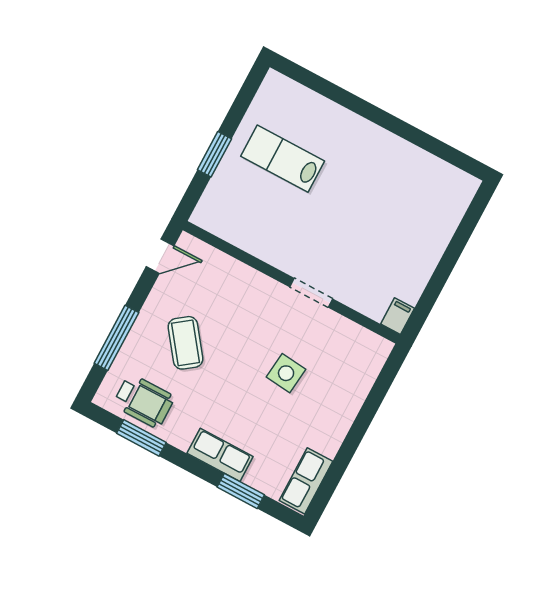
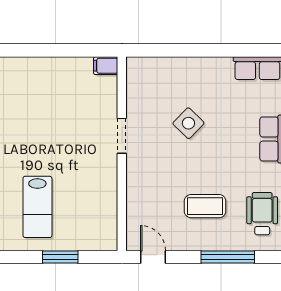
coffee table: (185, 343) -> (205, 206), turned 37
side table: (286, 373) -> (188, 123), turned 38

